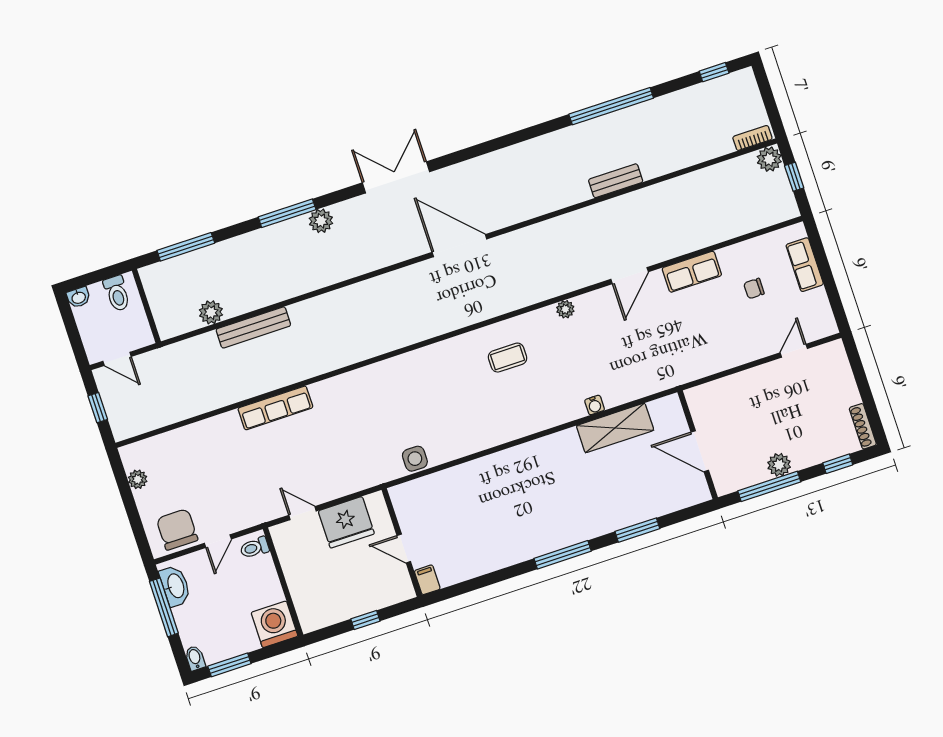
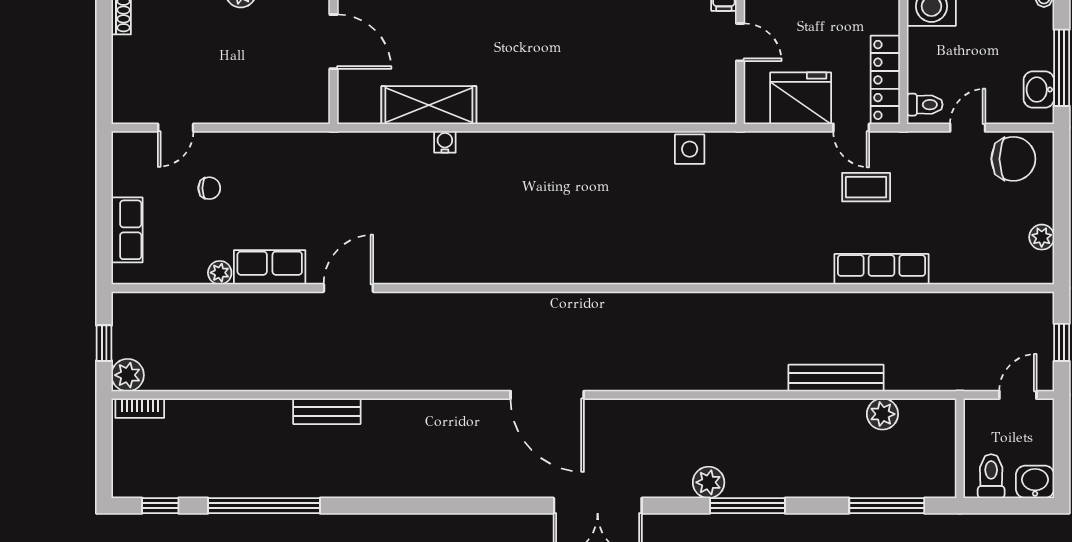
window: (611, 106) -> (264, 506), moved
chair: (754, 289) -> (209, 188), moved
washbasin: (79, 297) -> (1035, 482), width x1.38, depth x1.45
plant: (565, 309) -> (220, 273), moved
coffee table: (508, 358) -> (866, 187), moved
door: (117, 359) -> (1018, 395), hinge flipped
row of seats: (275, 408) -> (881, 269), moved
chair: (177, 529) -> (1013, 159), turned -90
locker: (289, 556) -> (885, 80), added
washbasin: (175, 586) -> (1039, 90), width x0.72

